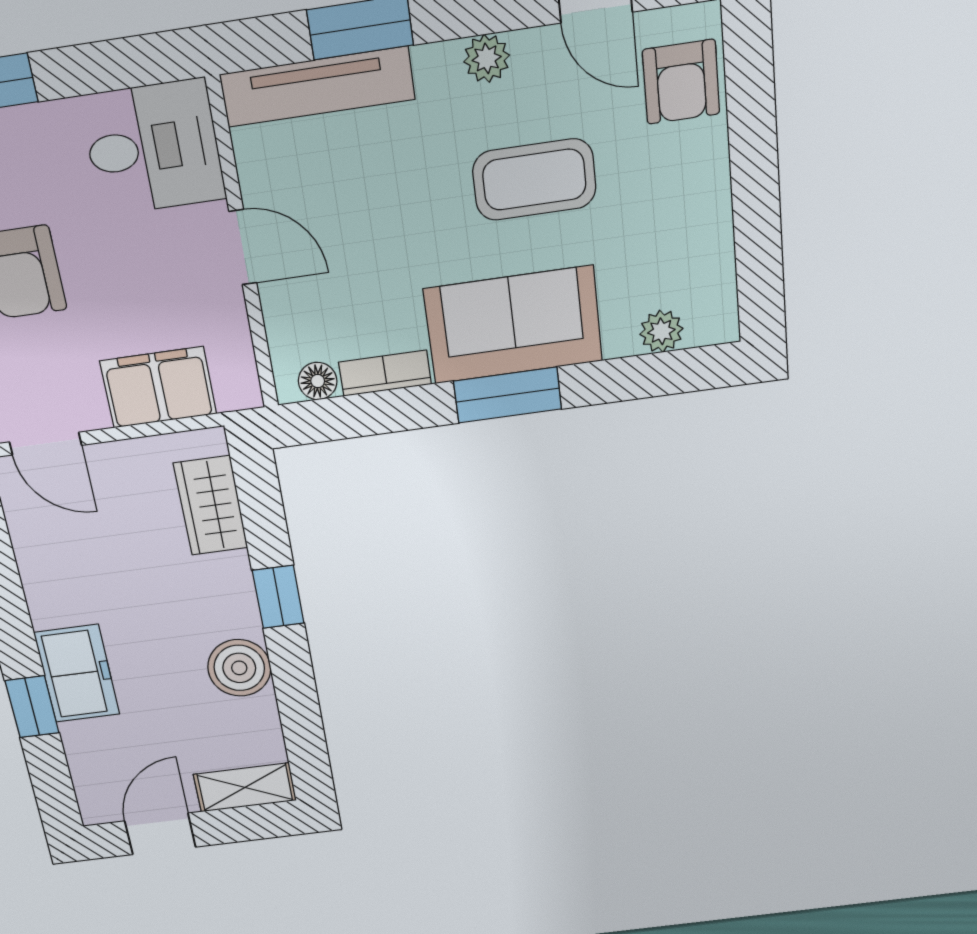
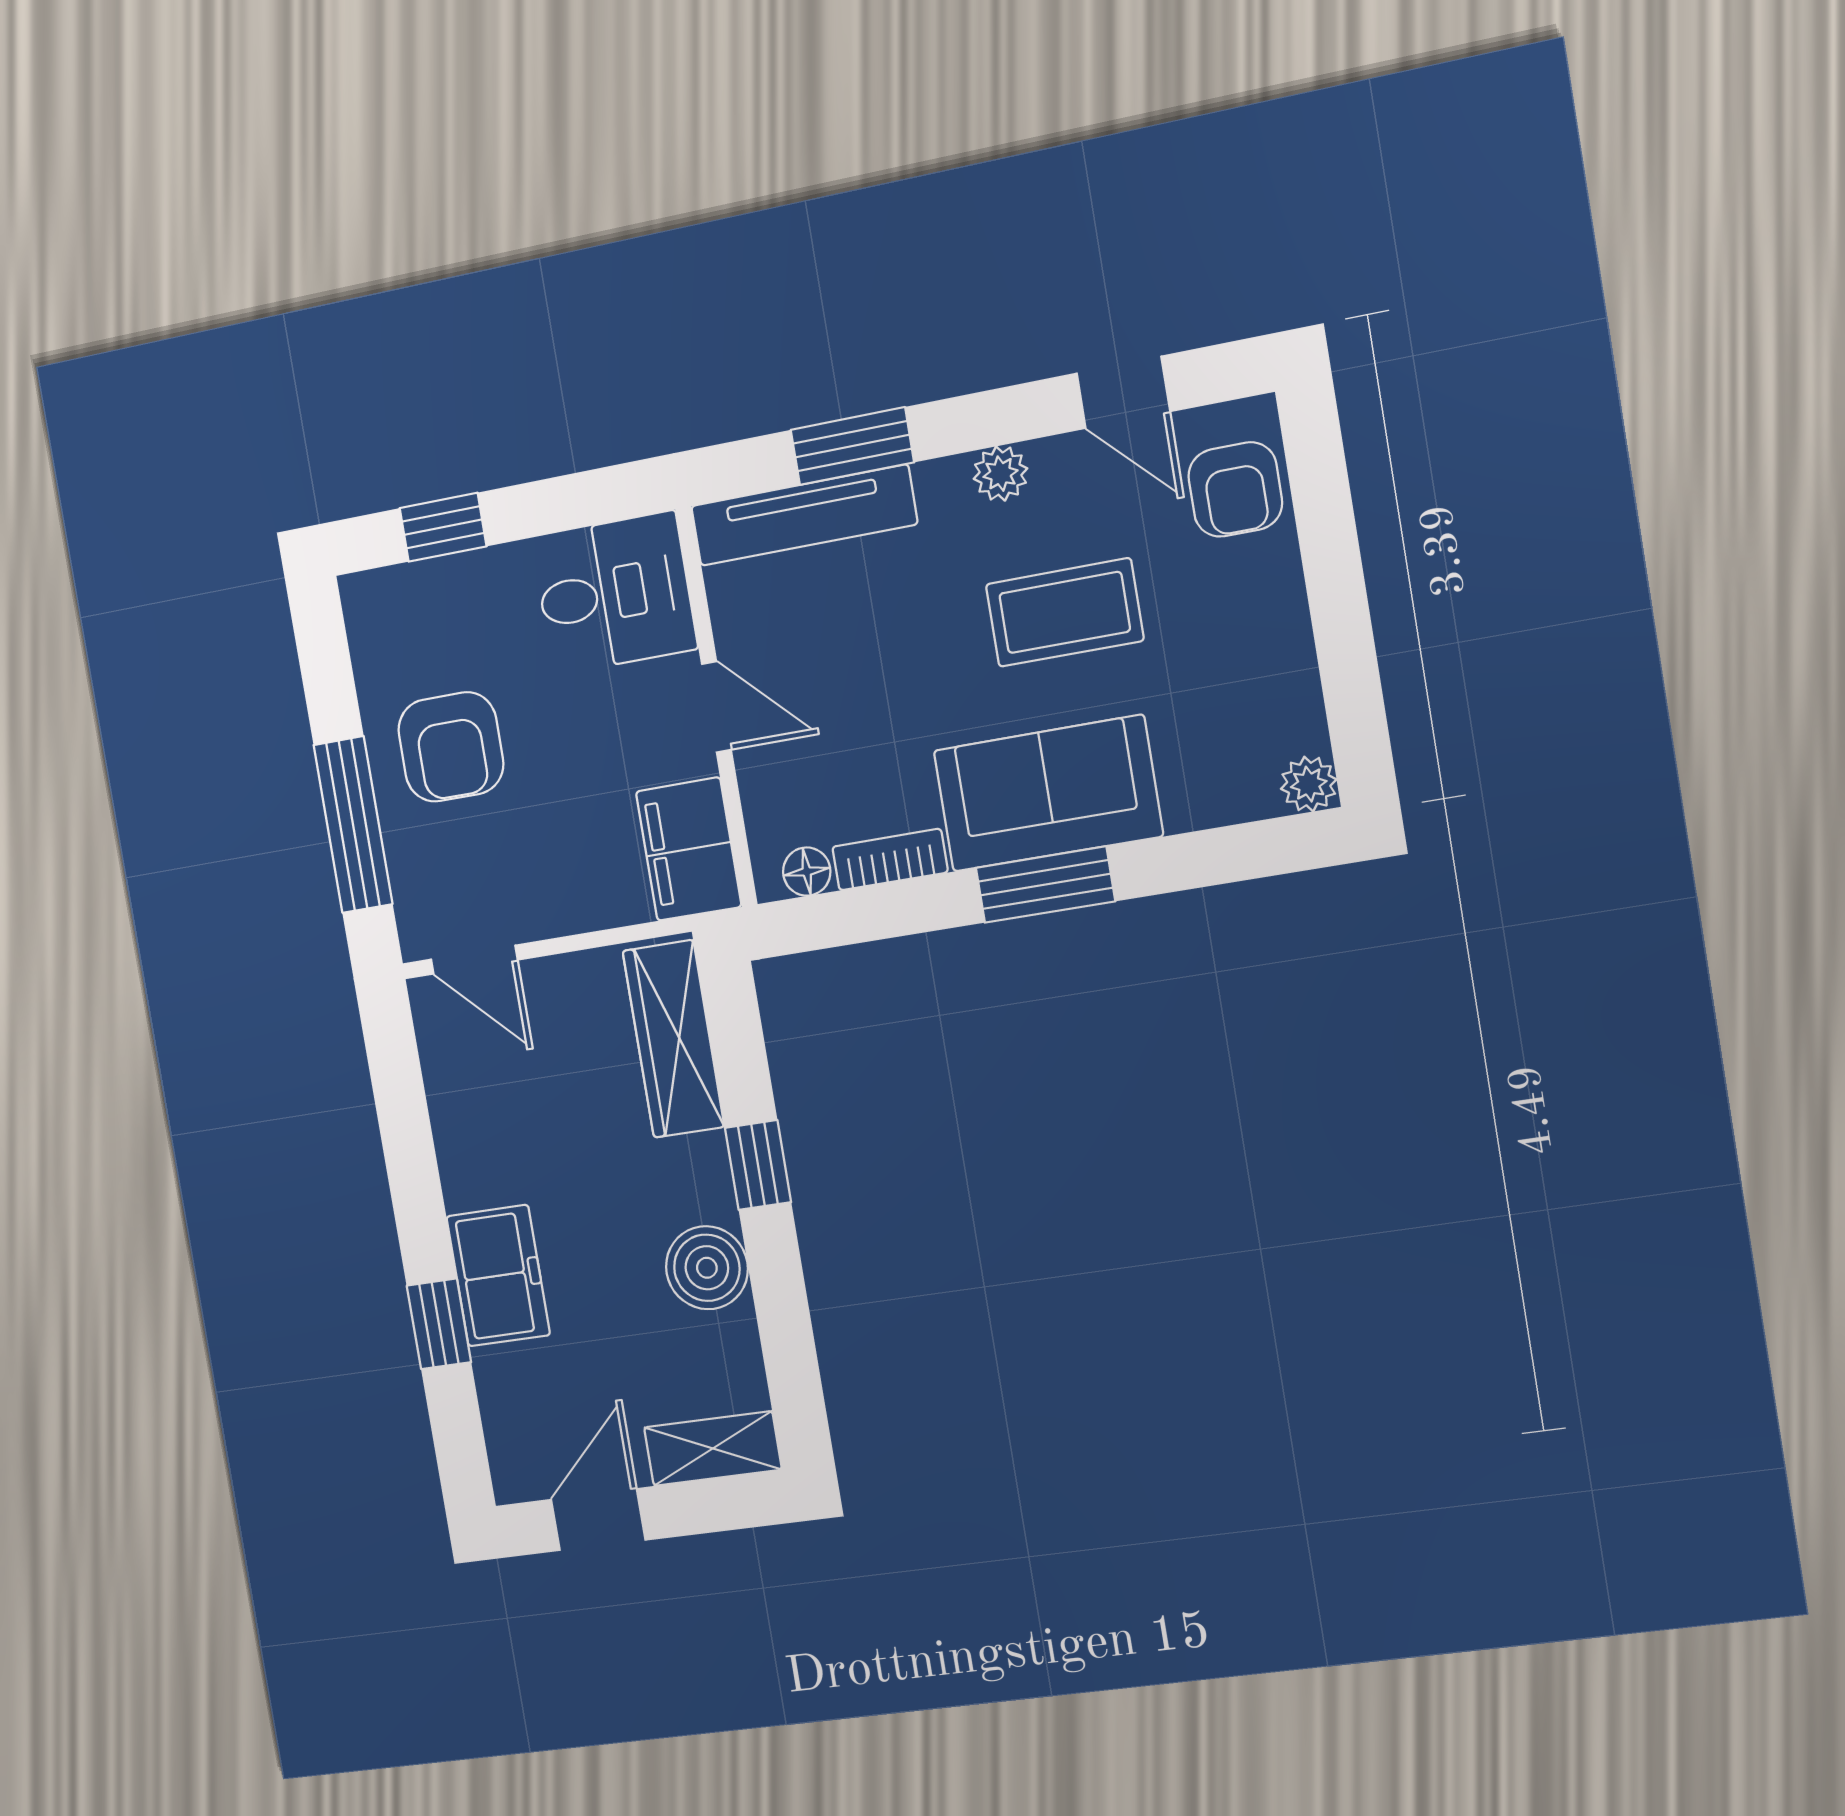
plant: (661, 331) -> (1309, 784), moved
filing cabinet: (158, 387) -> (689, 849), moved, turned -90
wardrobe: (211, 506) -> (673, 1039), width x1.50

